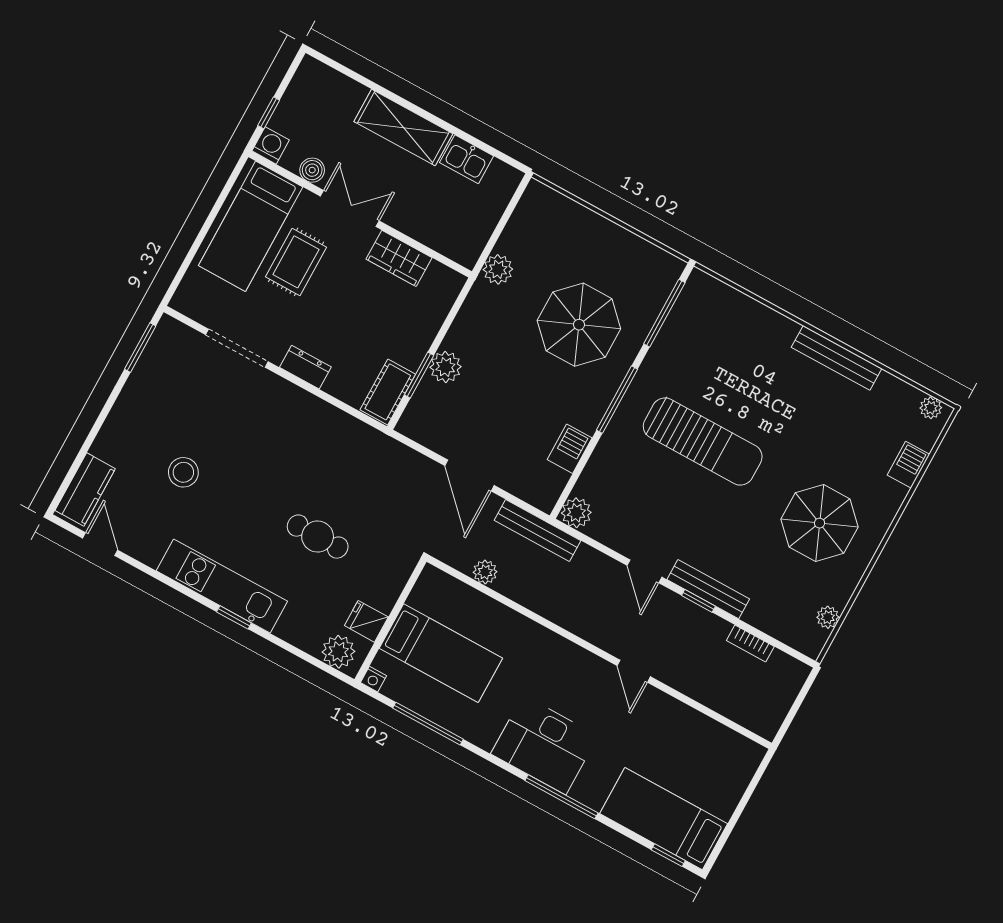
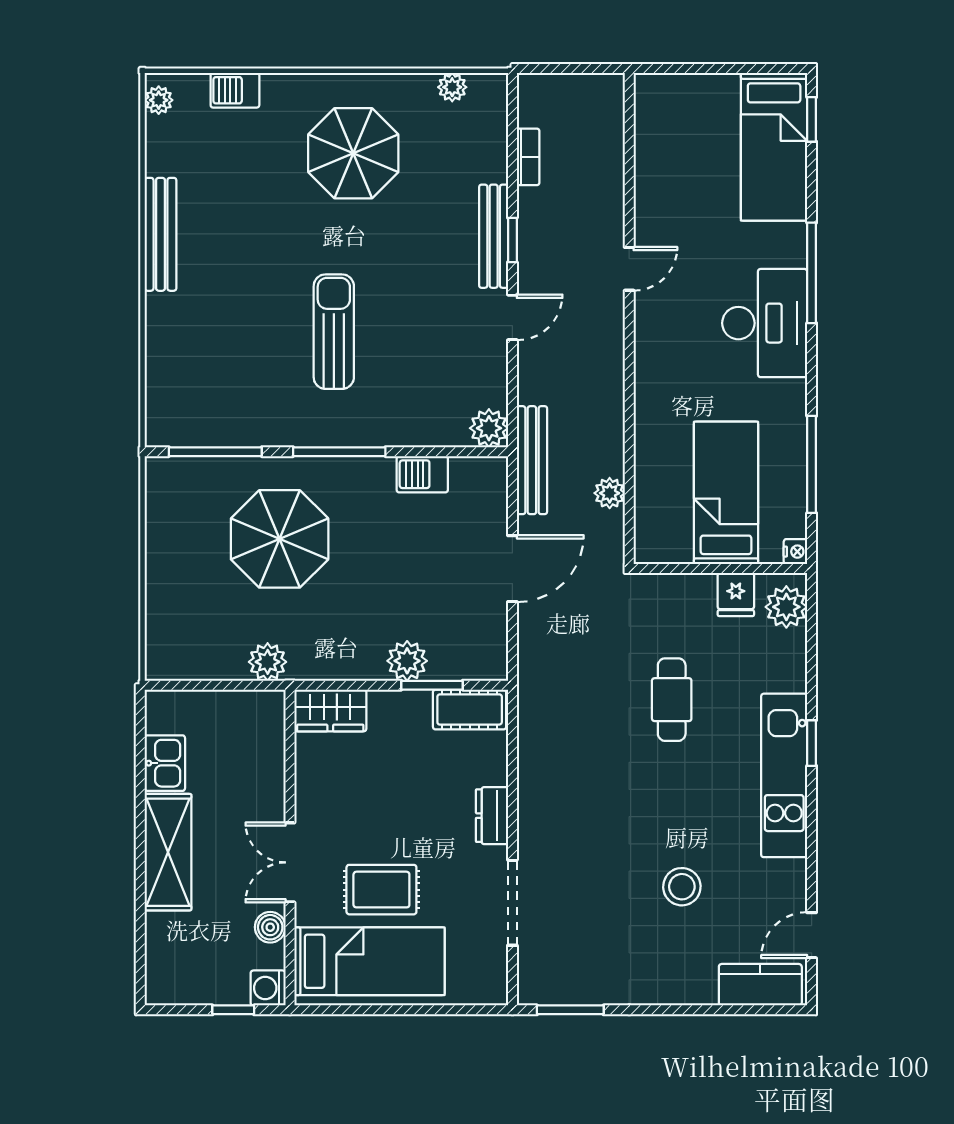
wardrobe: (399, 258) -> (330, 710), moved, turned 90
sun lounger: (703, 441) -> (334, 332), width x0.73, depth x0.75

